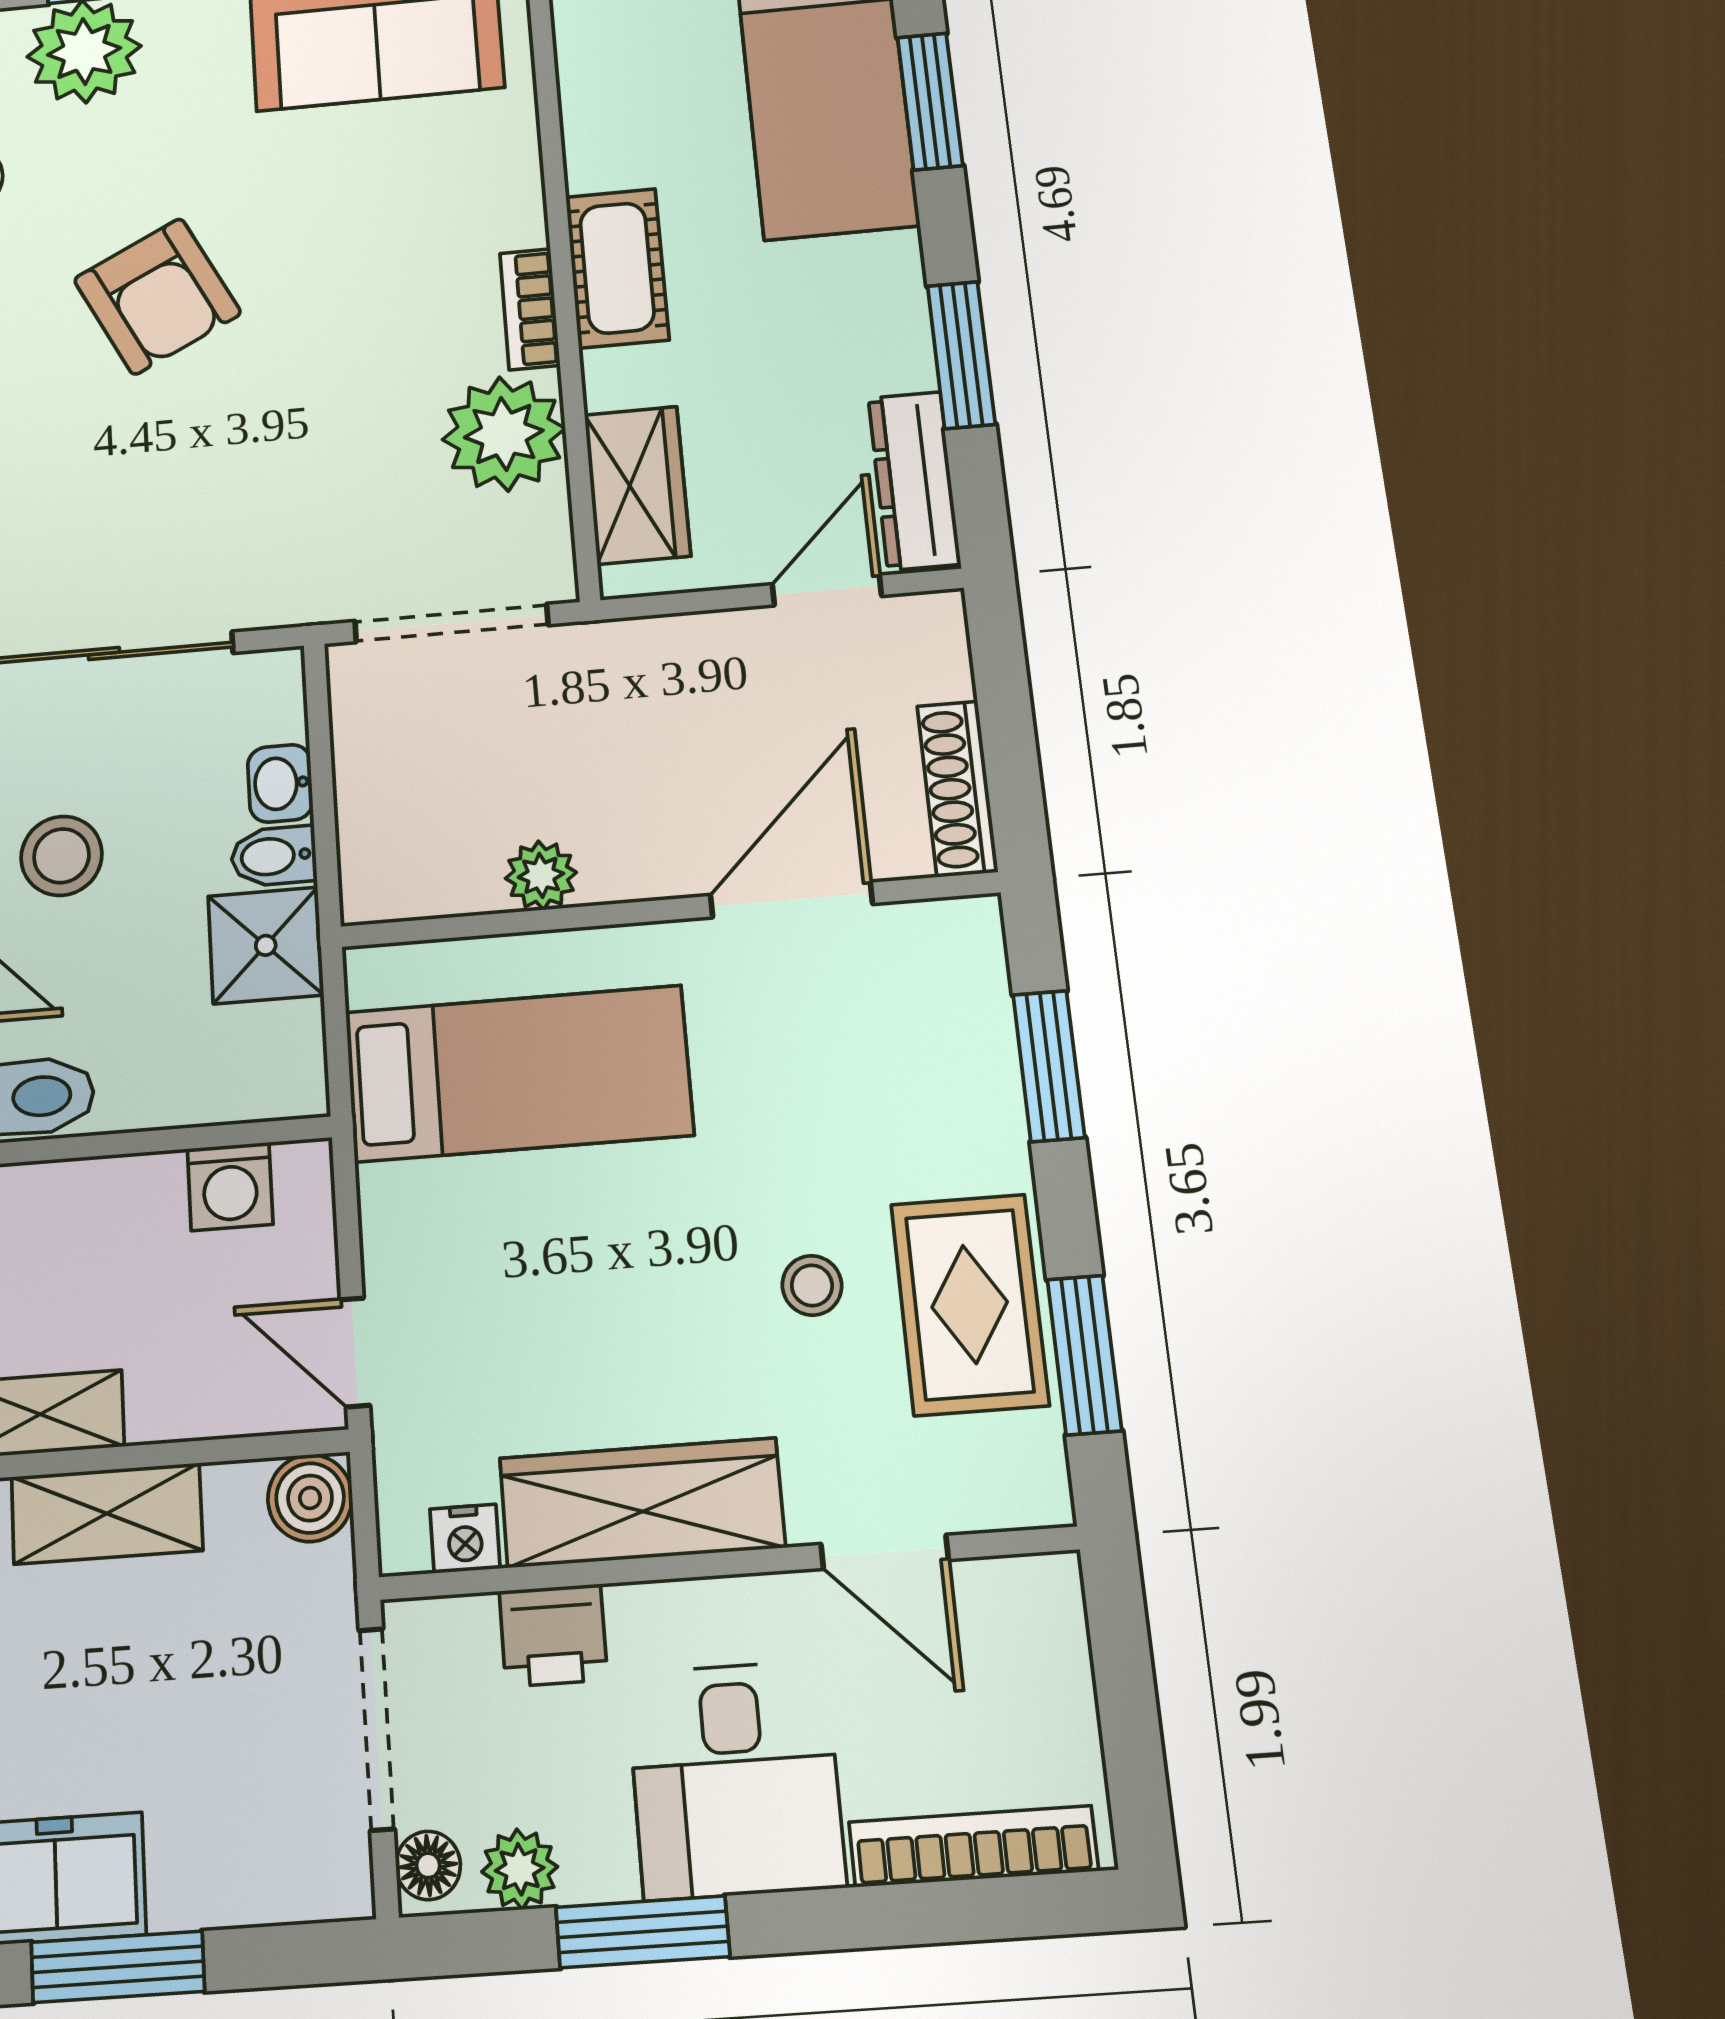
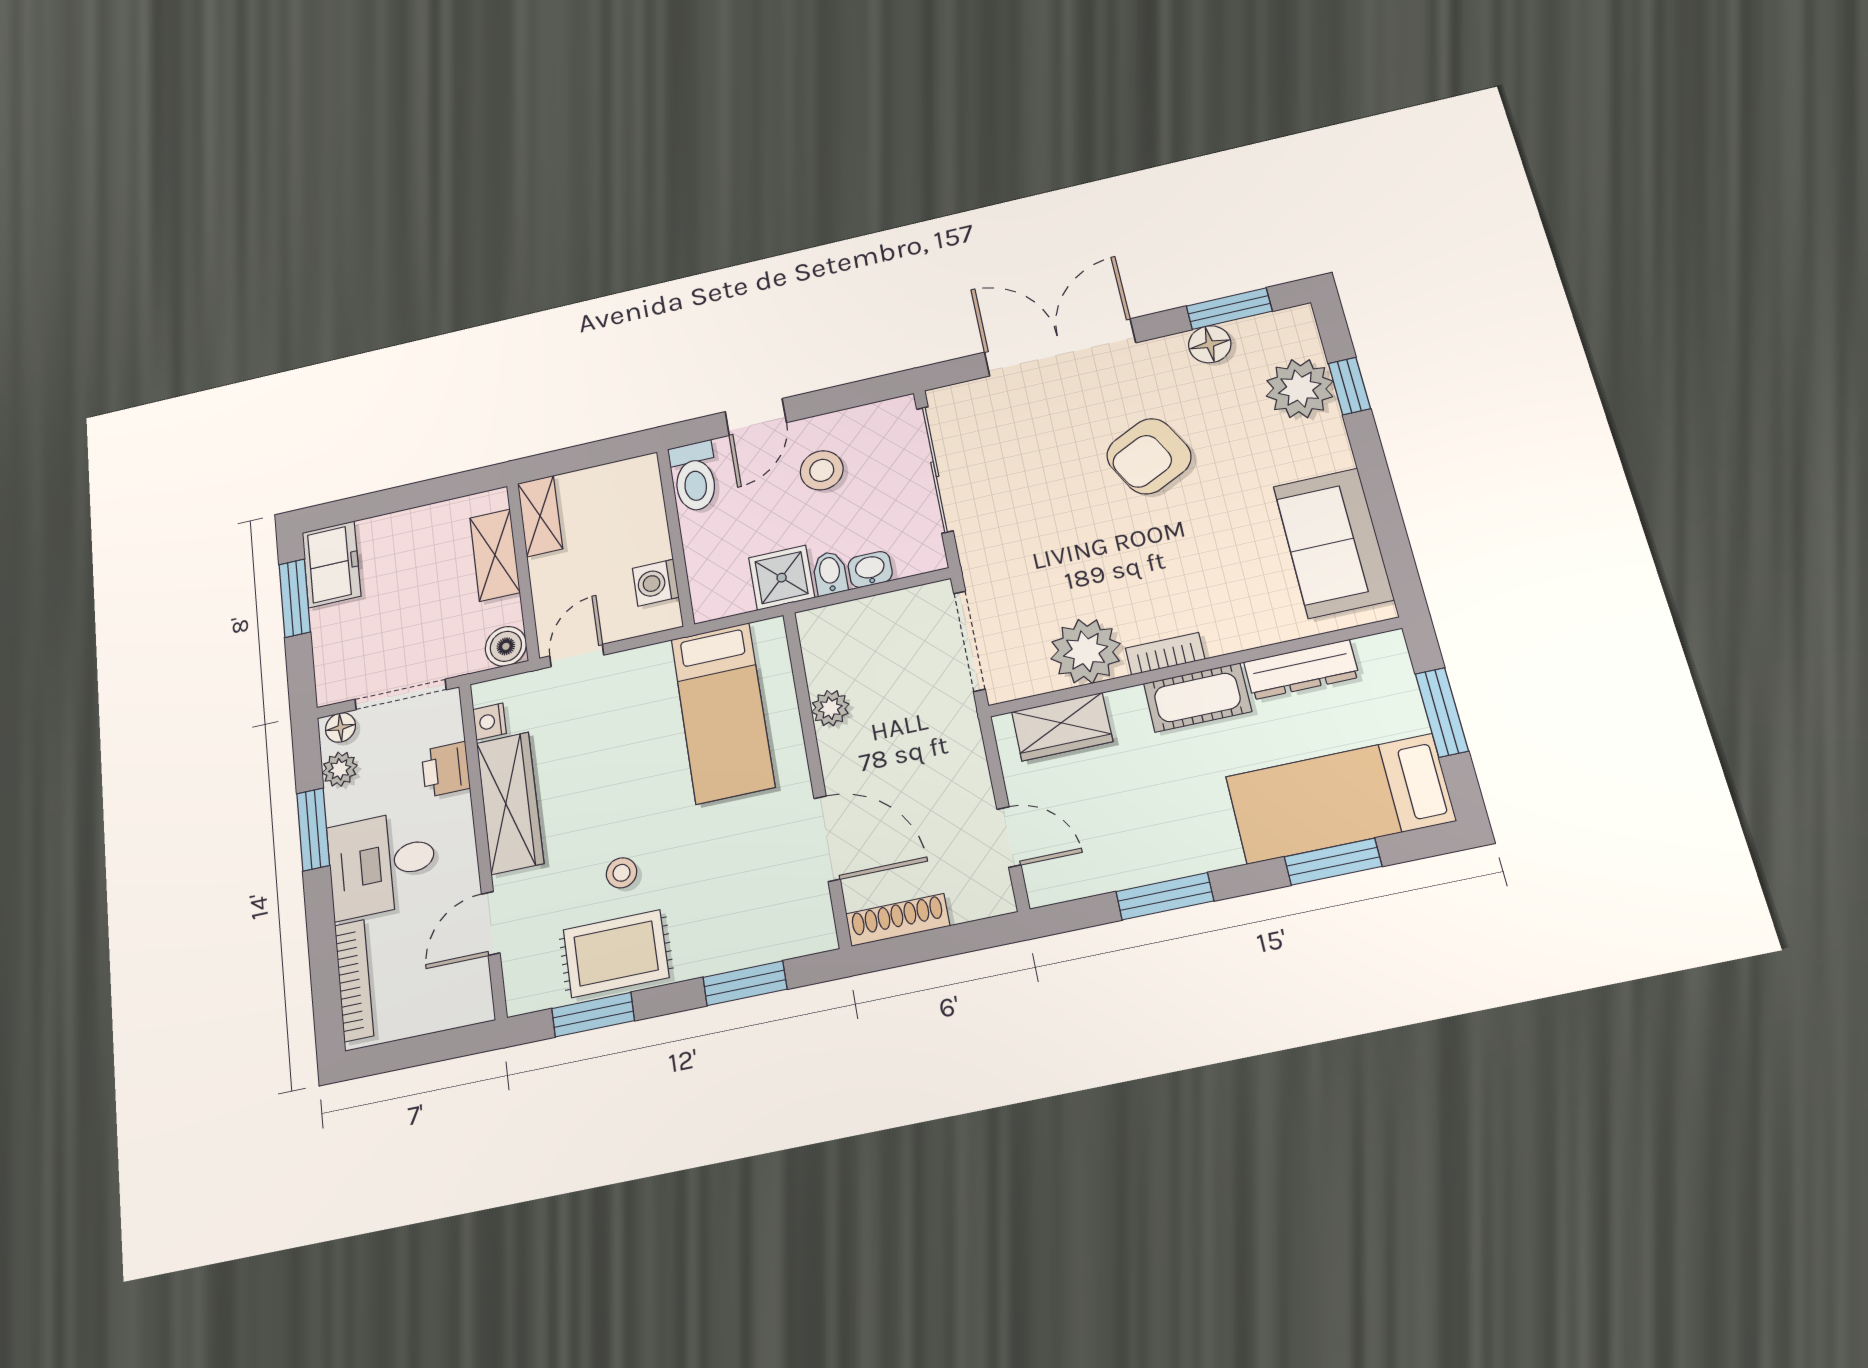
dresser: (914, 481) -> (1301, 670), moved, turned 180

